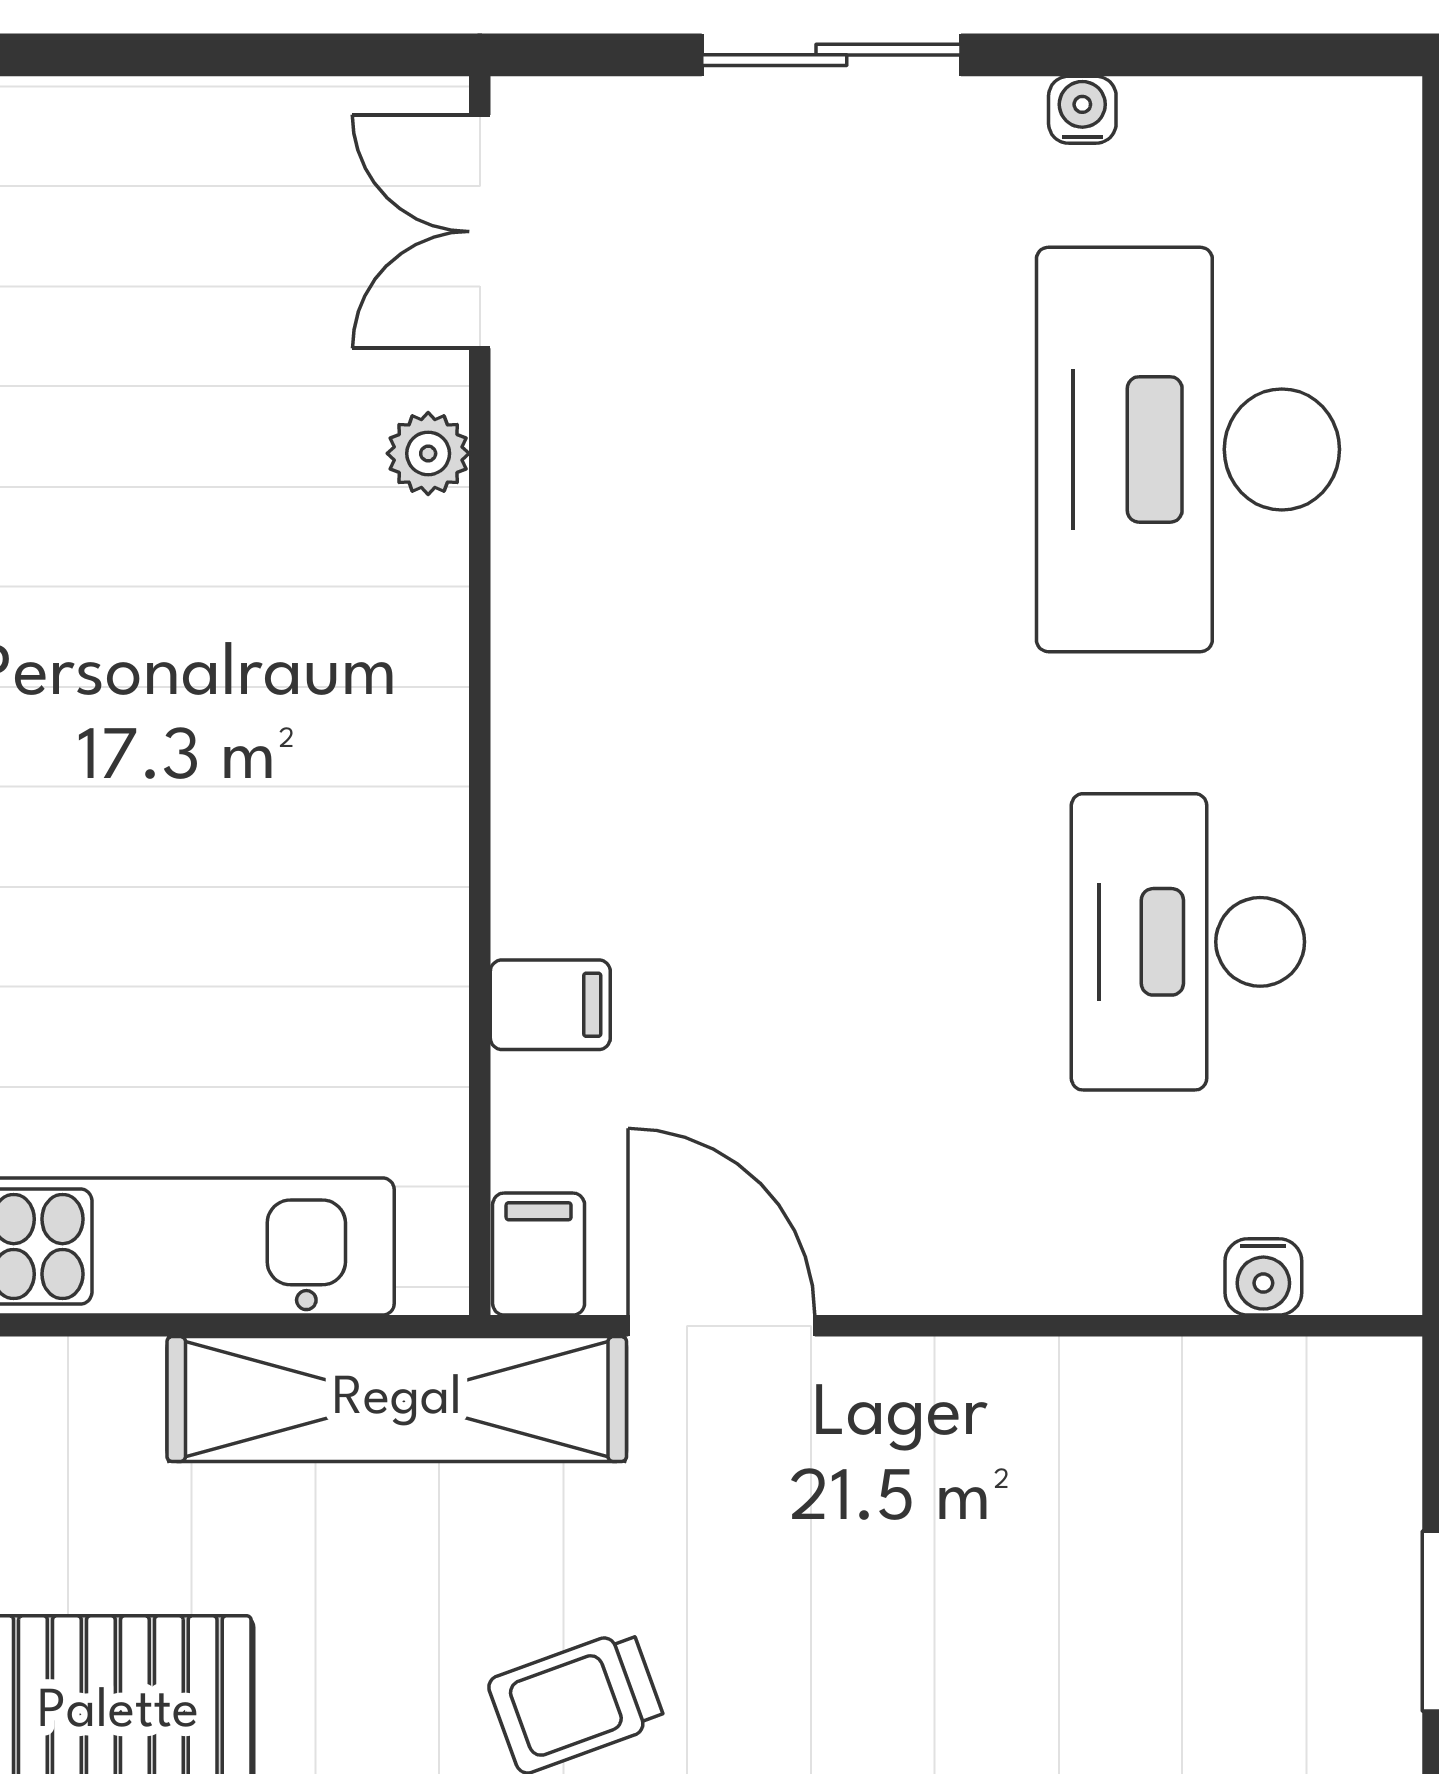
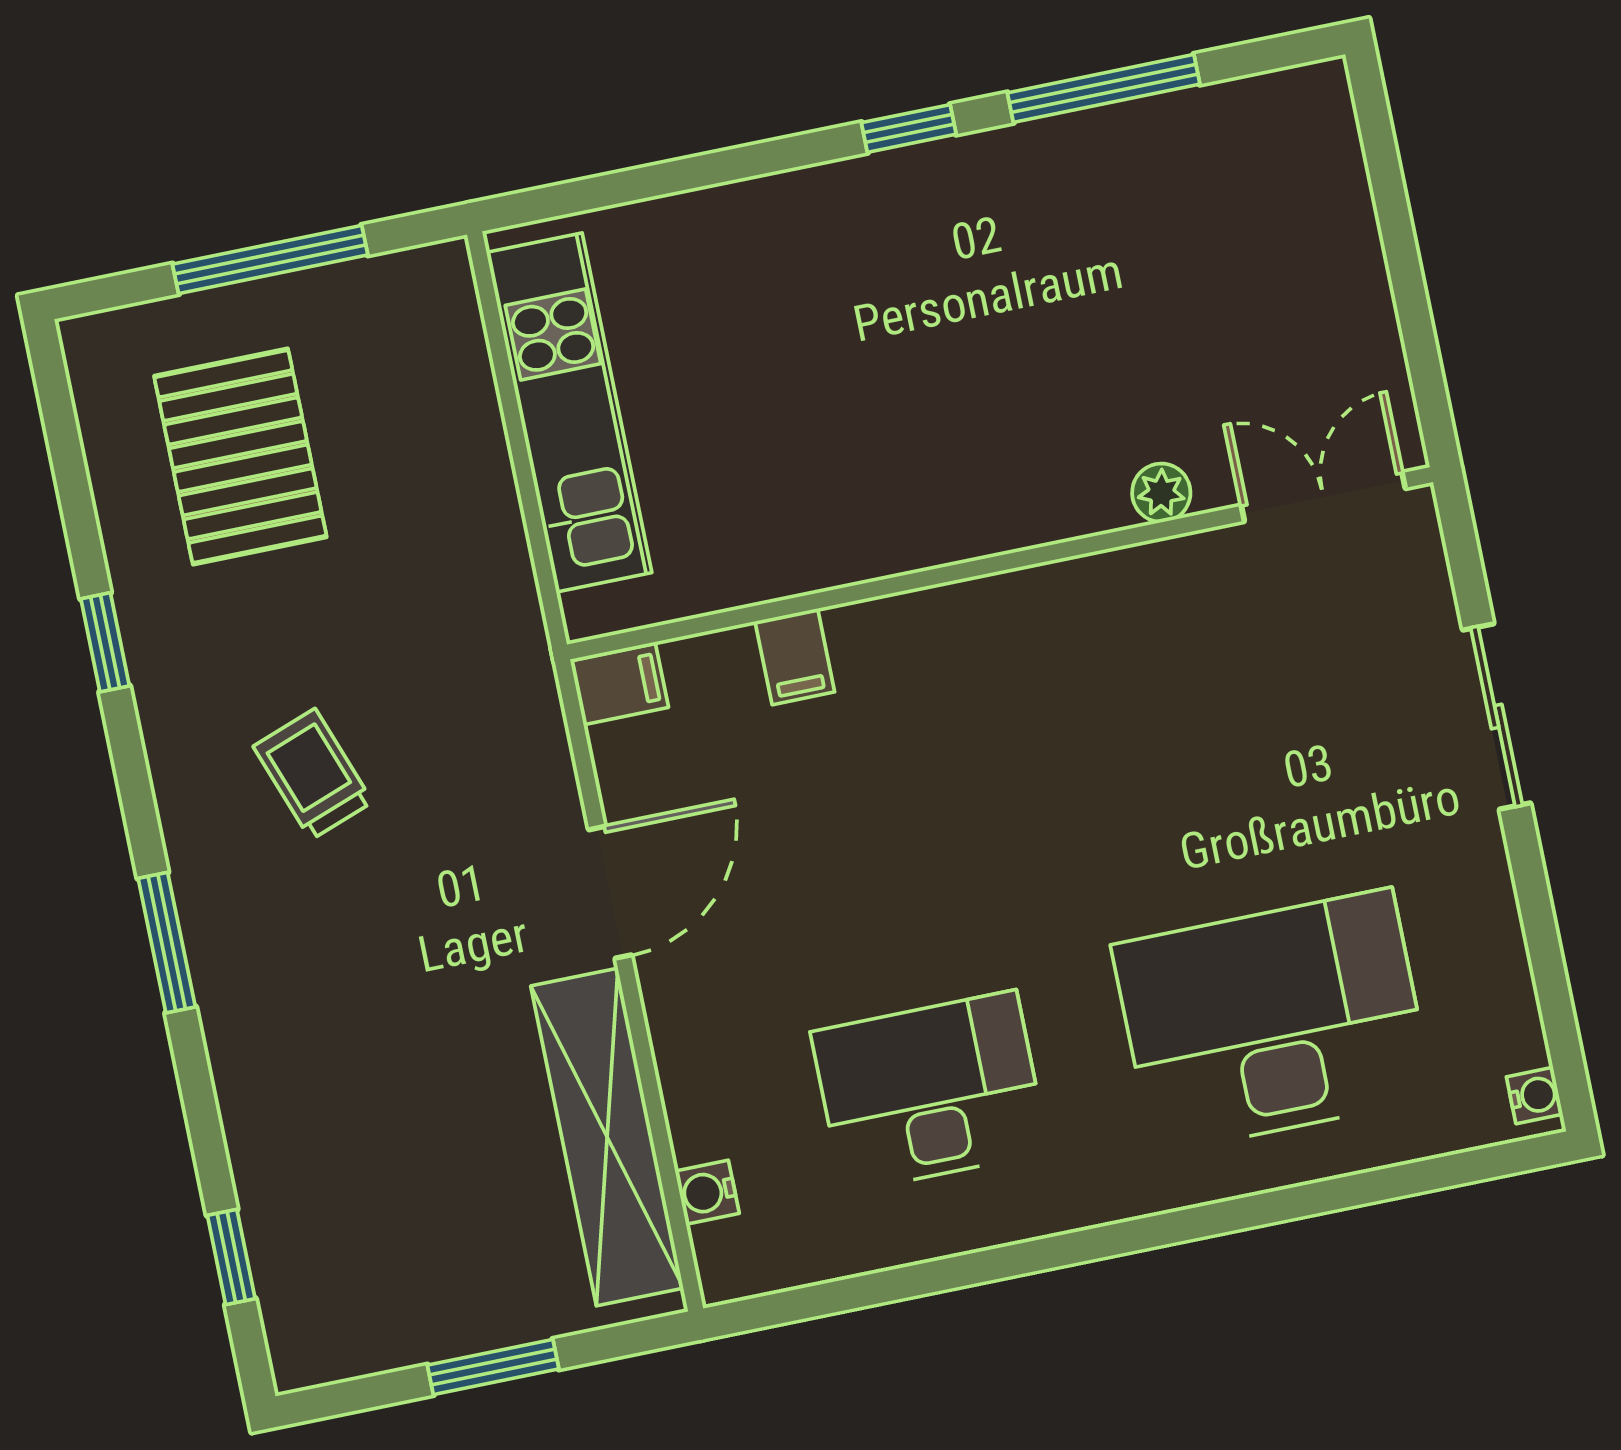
water cooler: (1082, 110) -> (1535, 1095), moved
door: (721, 1326) -> (610, 892), moved
shelving: (397, 1399) -> (607, 1137), moved

